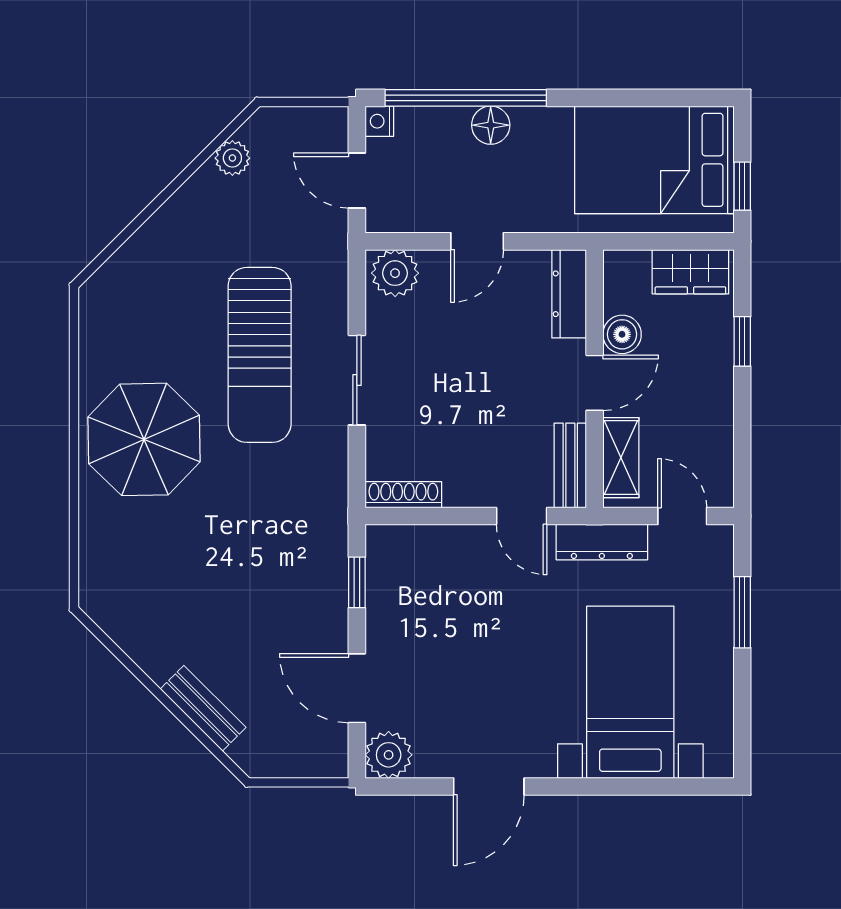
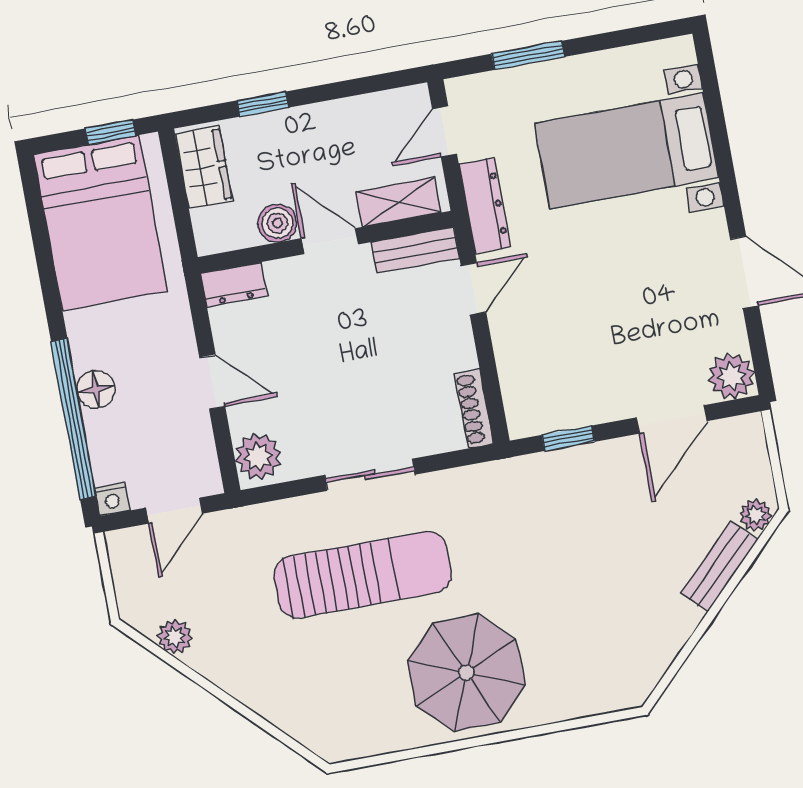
dresser: (569, 294) -> (234, 285), width x0.70
plant: (247, 754) -> (756, 515), added

